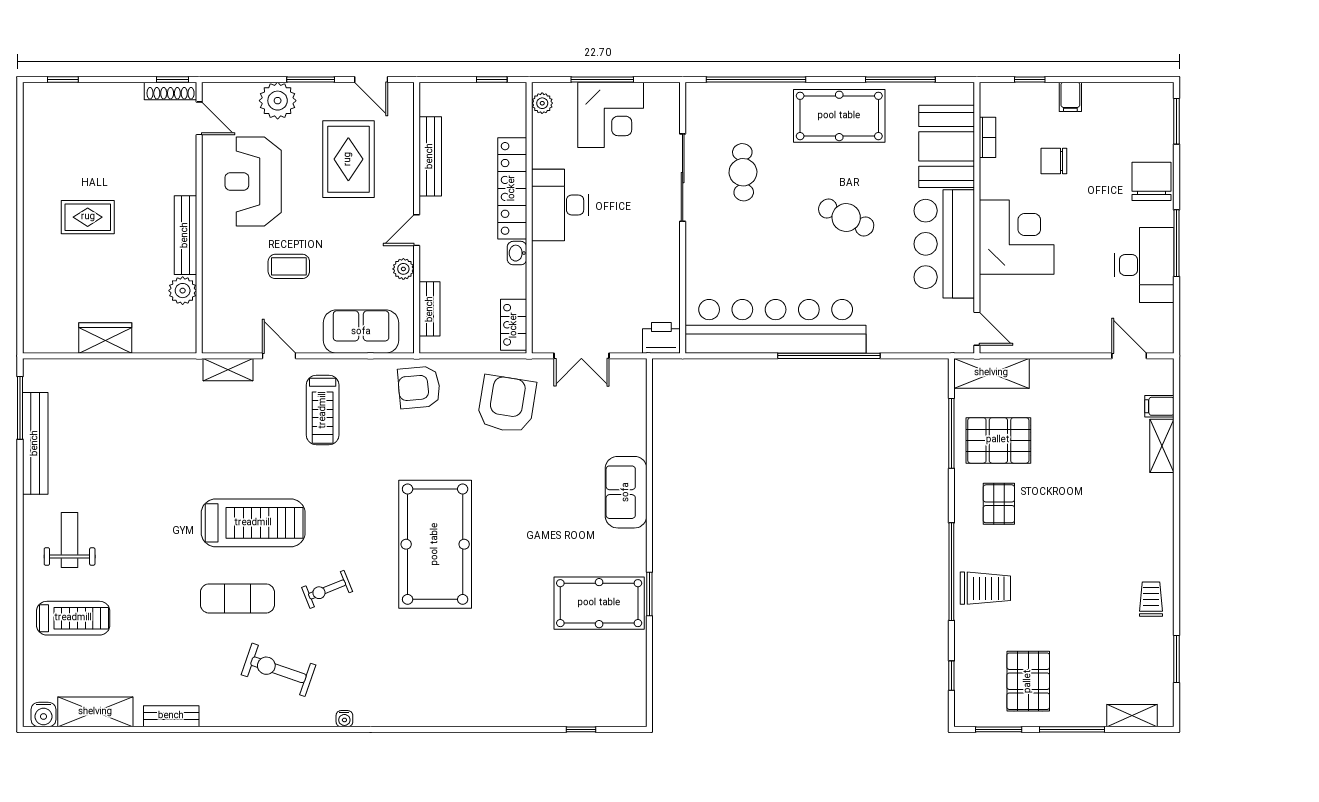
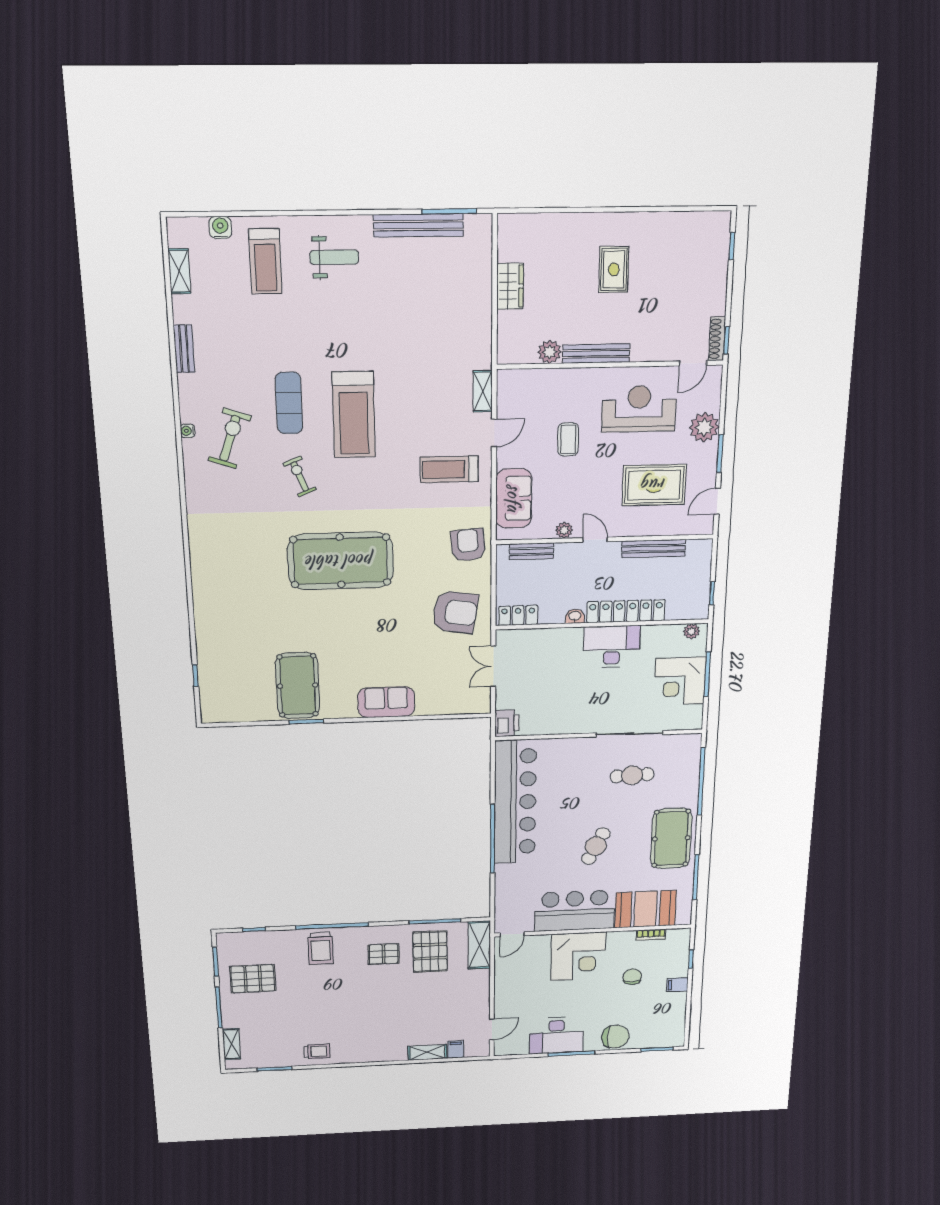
shelving: (95, 712) -> (179, 271), width x0.67, depth x0.75
water cooler: (44, 715) -> (220, 227), moved, turned 90
water cooler: (344, 719) -> (187, 431), moved

